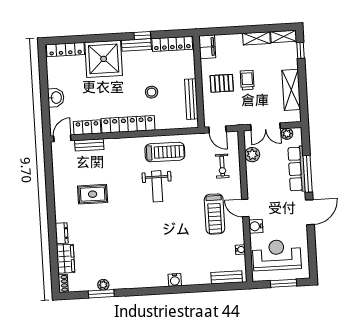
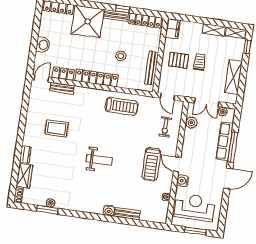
weight bench: (157, 186) -> (99, 160), moved, turned -90
bench: (227, 277) -> (127, 214), moved

